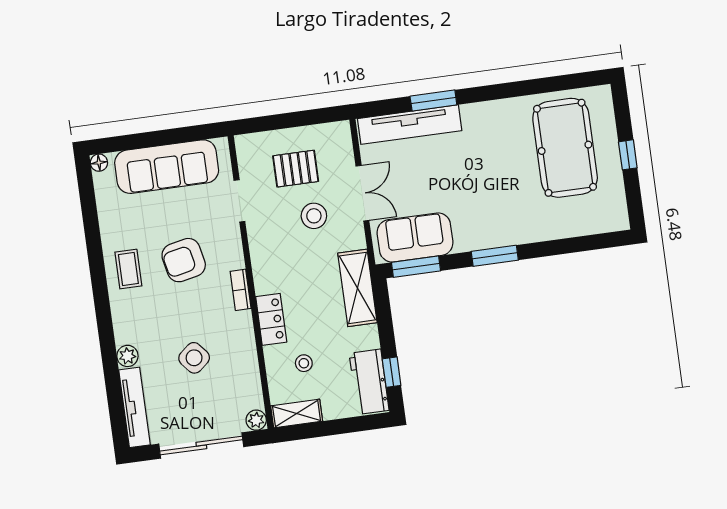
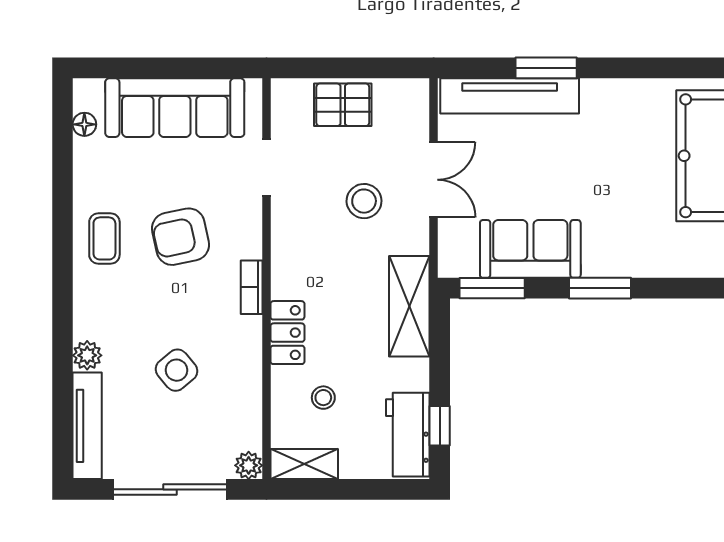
floor lamp: (99, 163) -> (84, 124), moved
pallet: (296, 169) -> (343, 105), moved
sofa: (415, 238) -> (530, 249), moved

